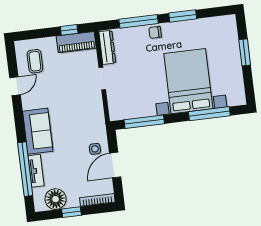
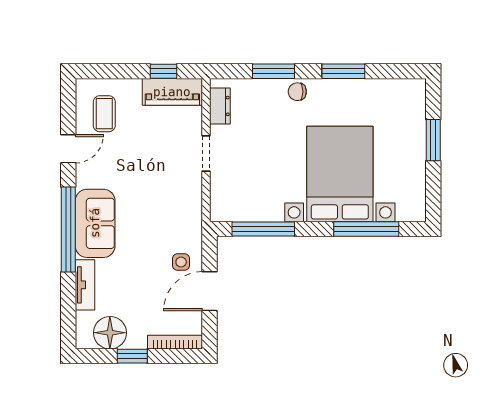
window: (139, 21) -> (274, 71), width x0.69
dresser: (107, 47) -> (220, 106), width x0.70
window: (25, 169) -> (68, 230), moved

